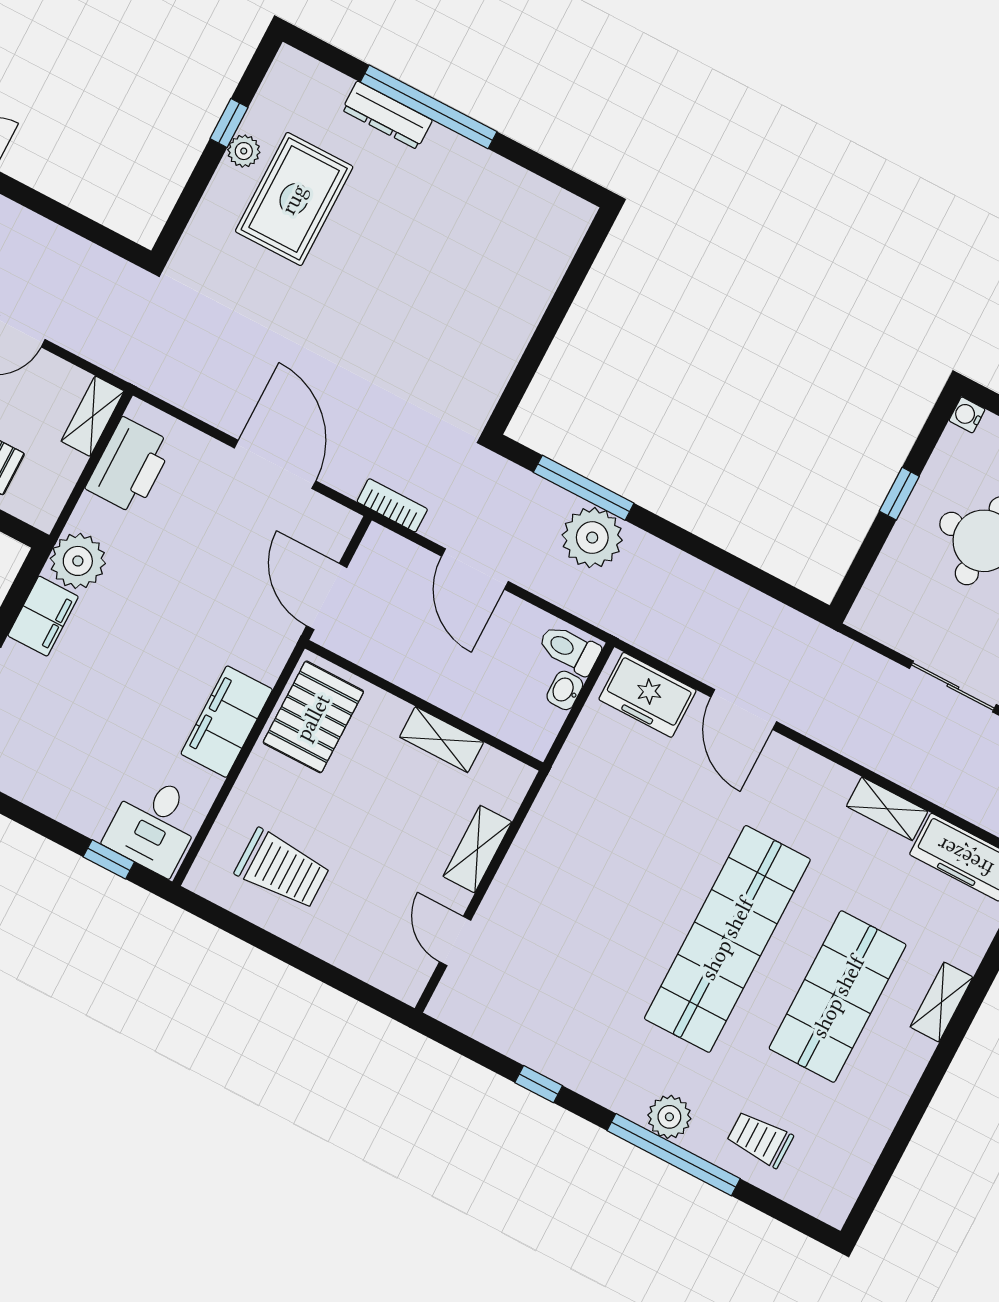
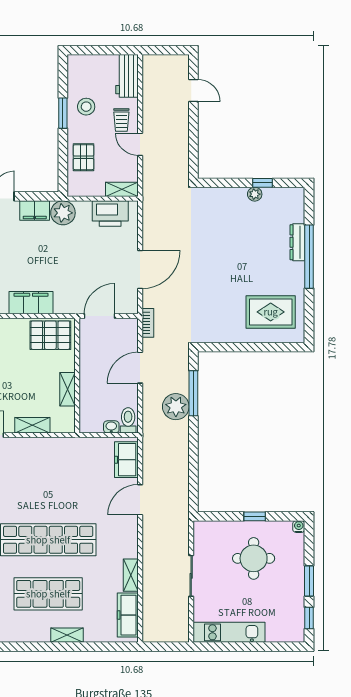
rug: (294, 199) -> (271, 312), moved

